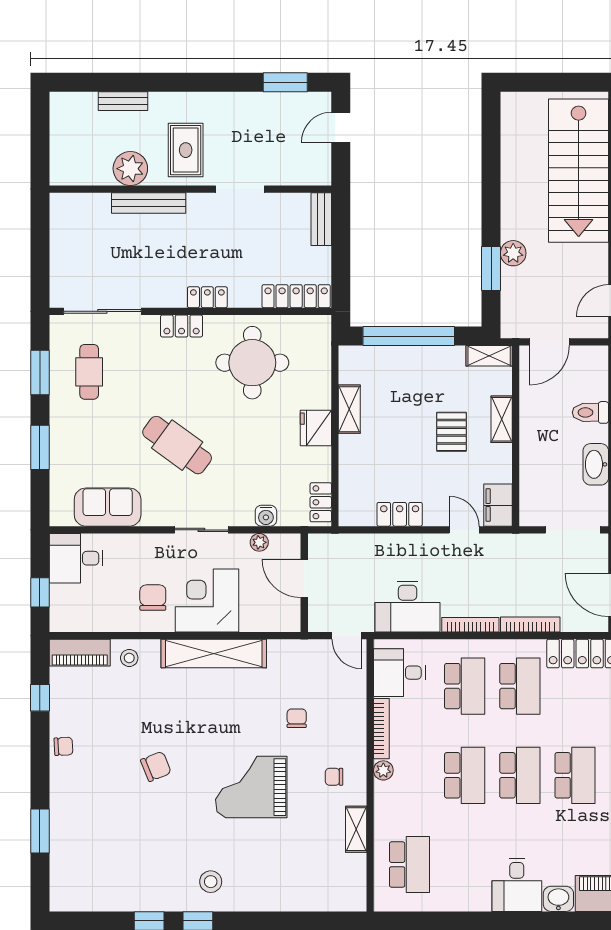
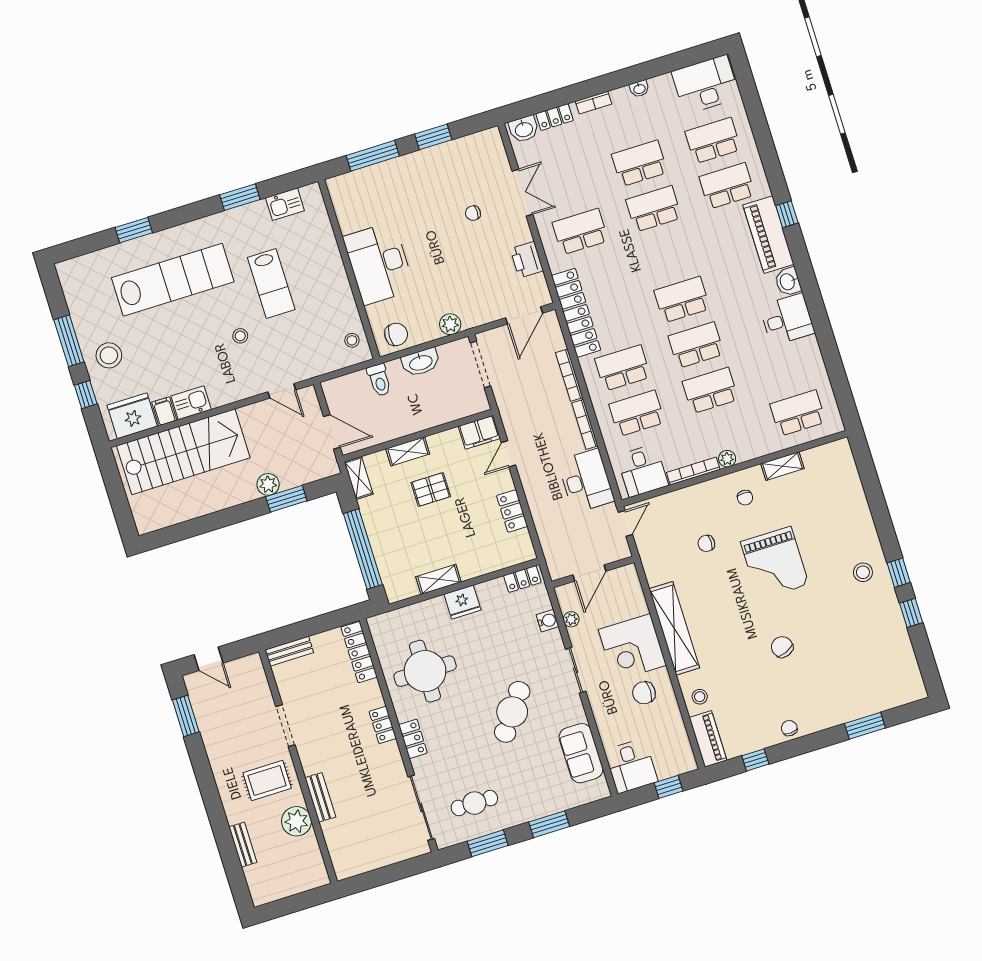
bench: (149, 203) -> (320, 797), width x0.73

